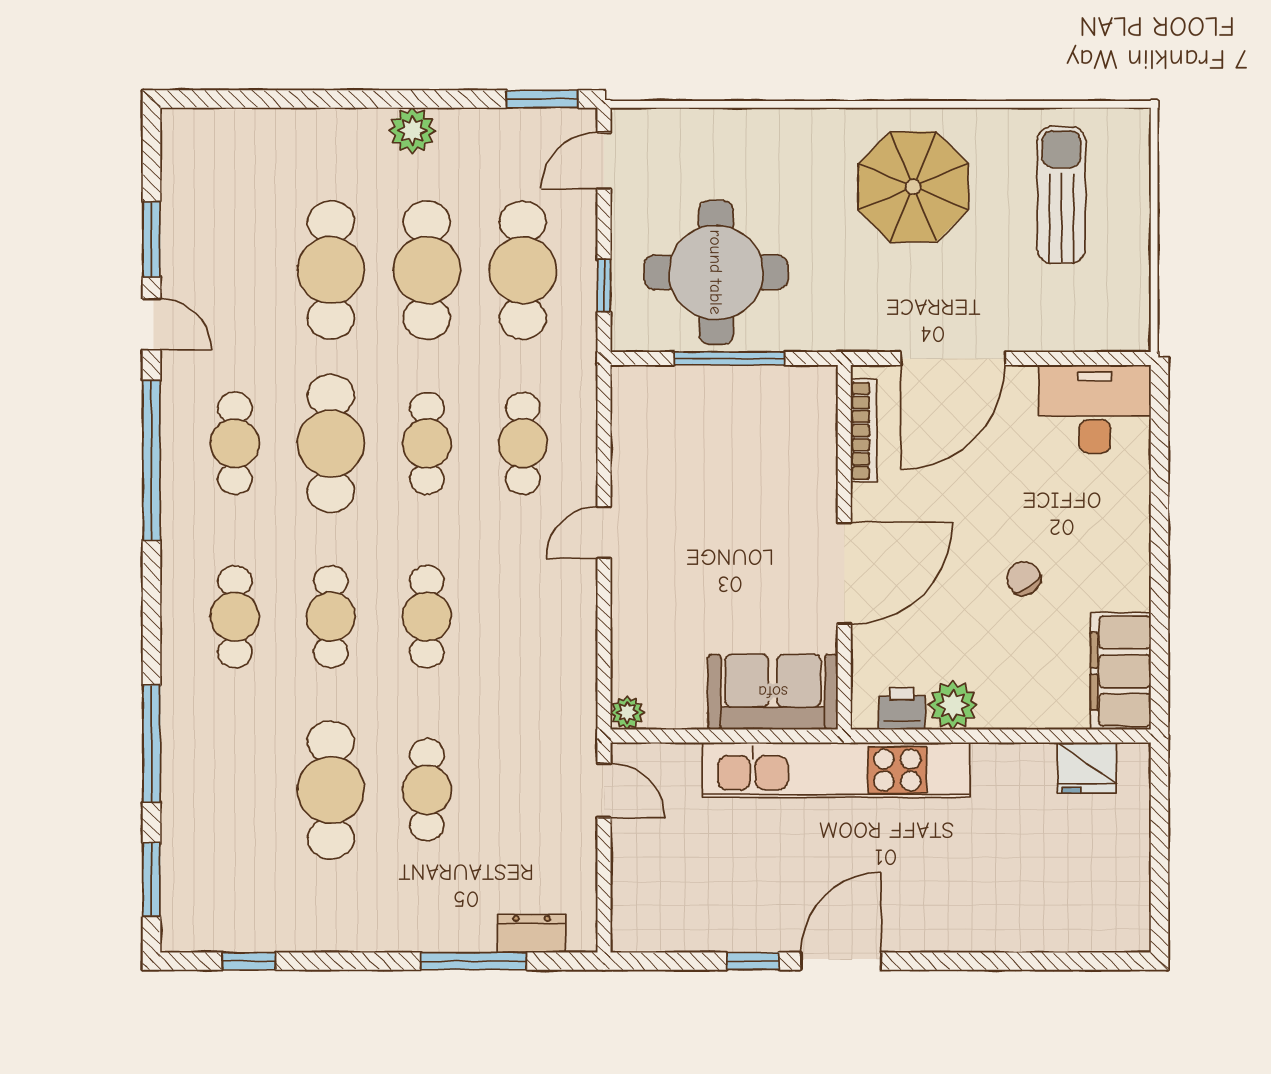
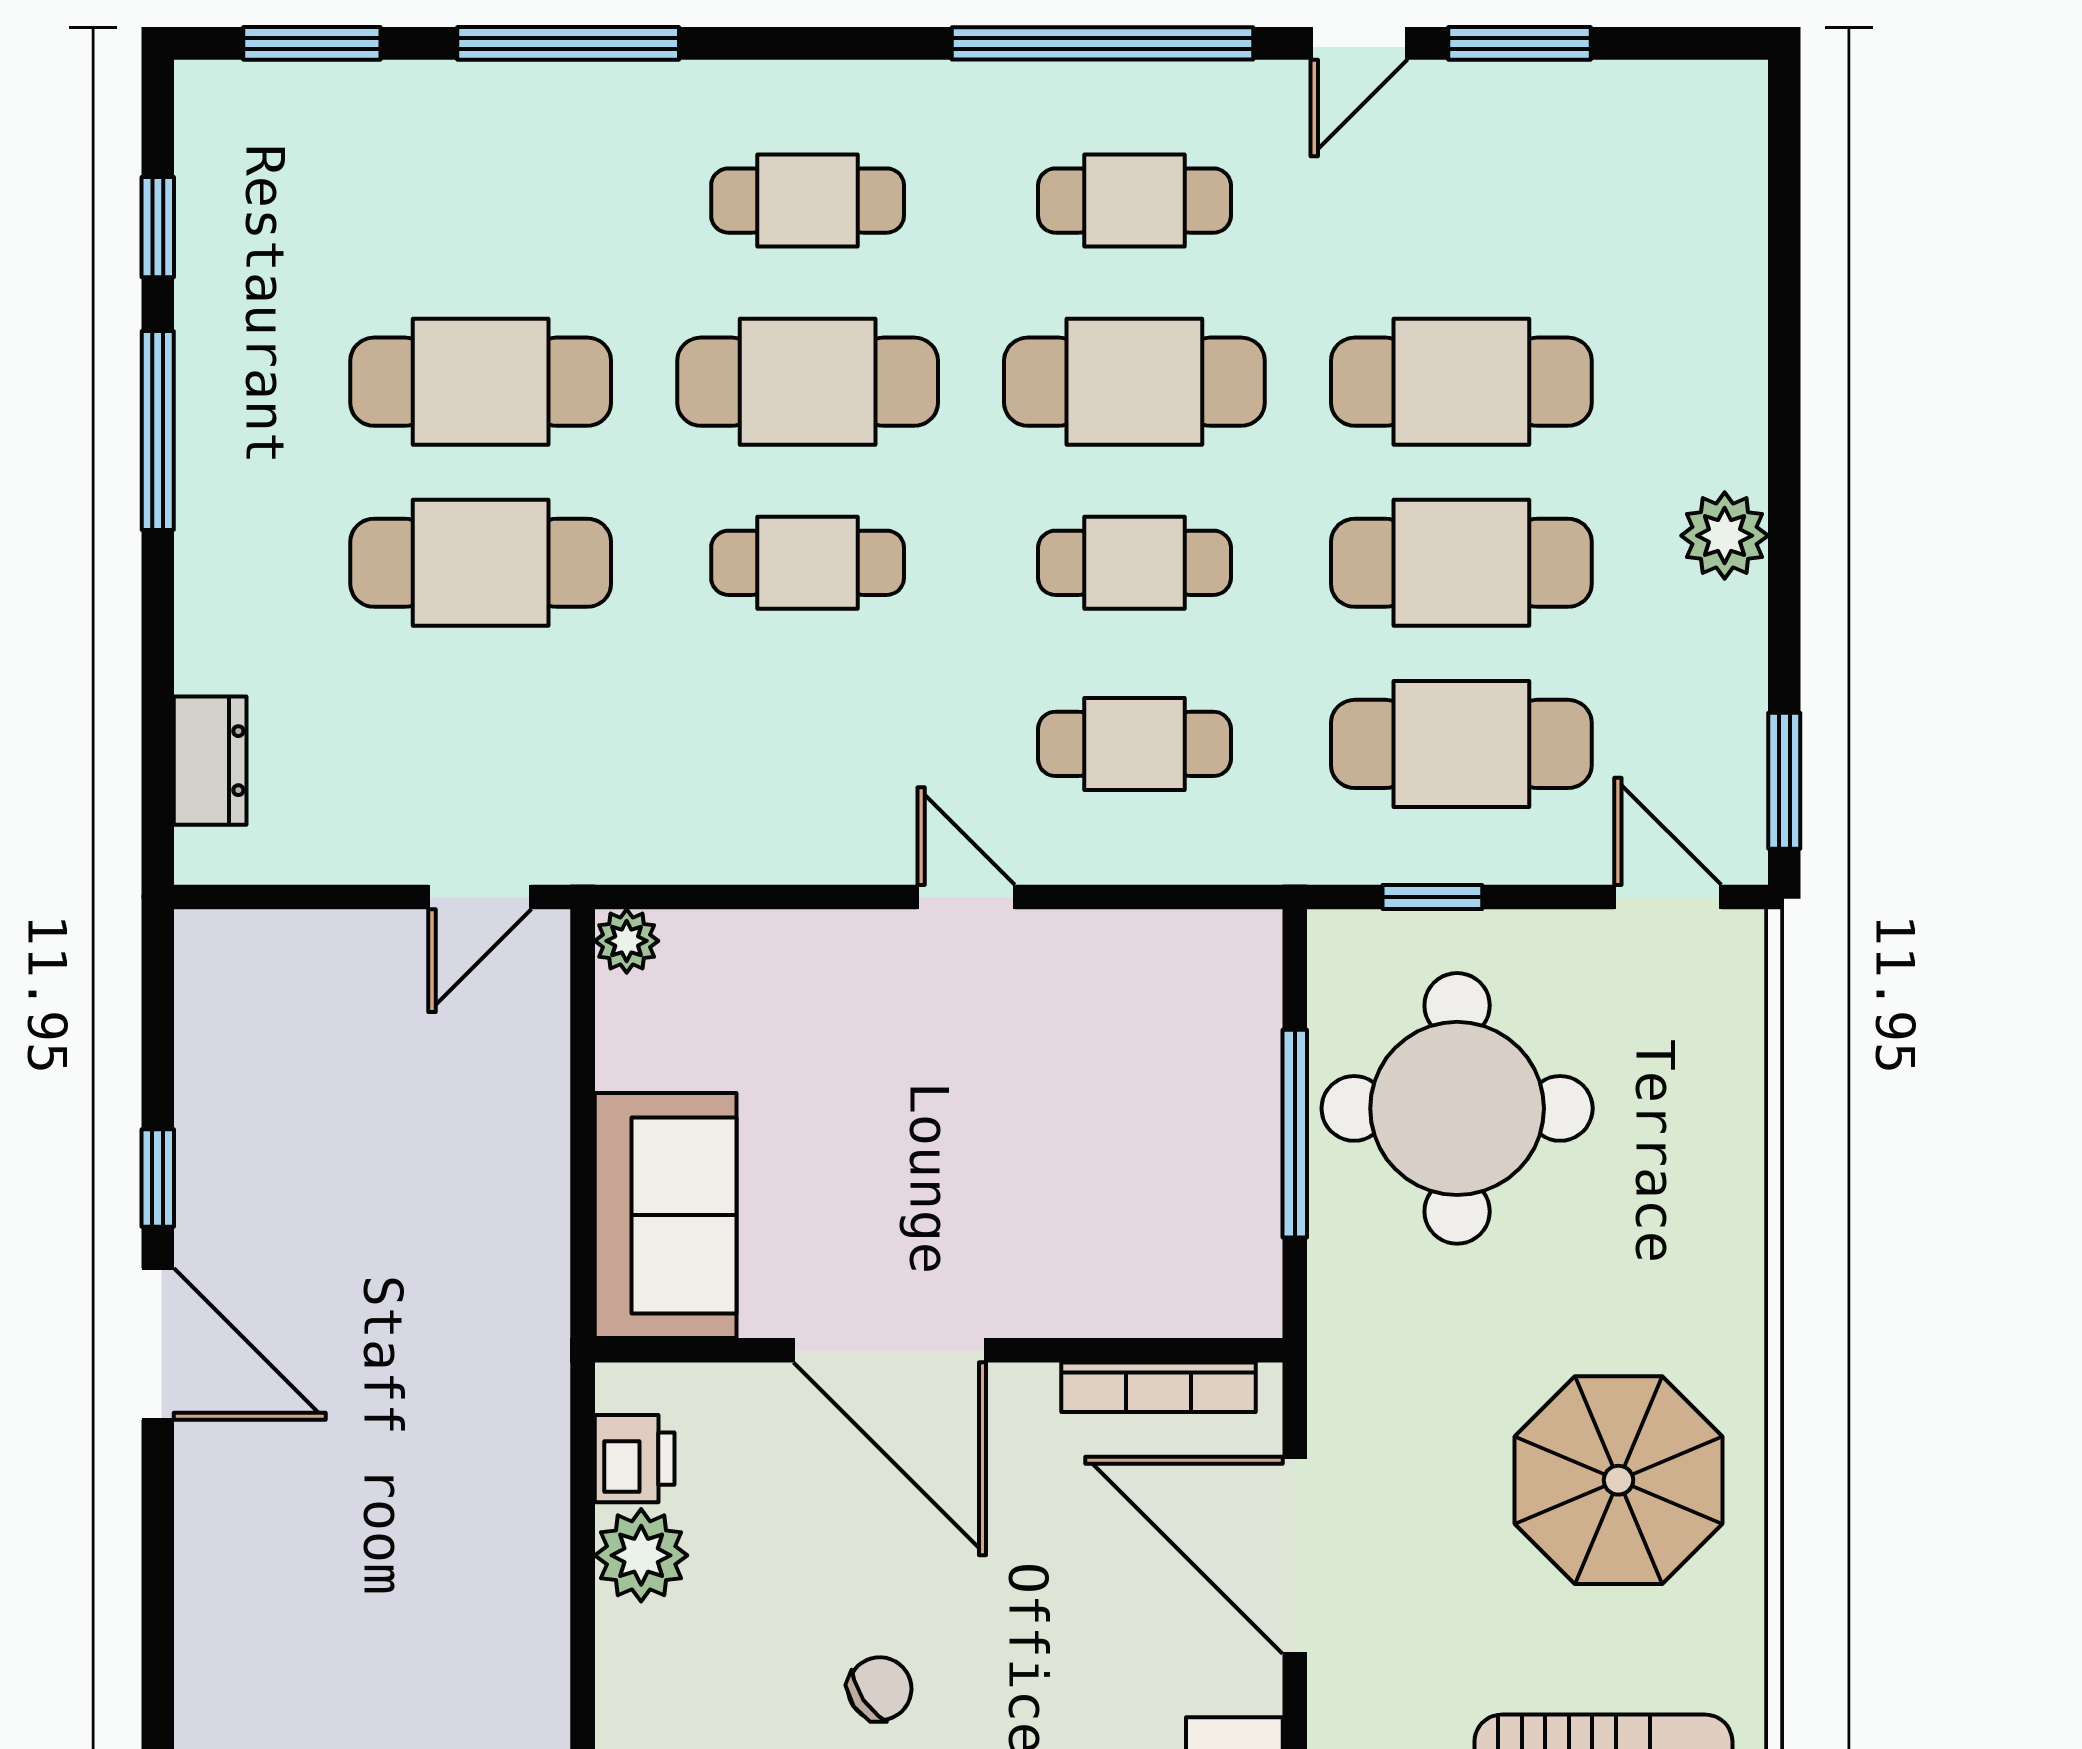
cafe table: (331, 617) -> (808, 382), width x1.37, depth x1.35
kitchen unit: (836, 770) -> (518, 1334), removed
cafe table: (427, 790) -> (481, 563), width x1.37, depth x1.35
window: (474, 961) -> (158, 430), moved

